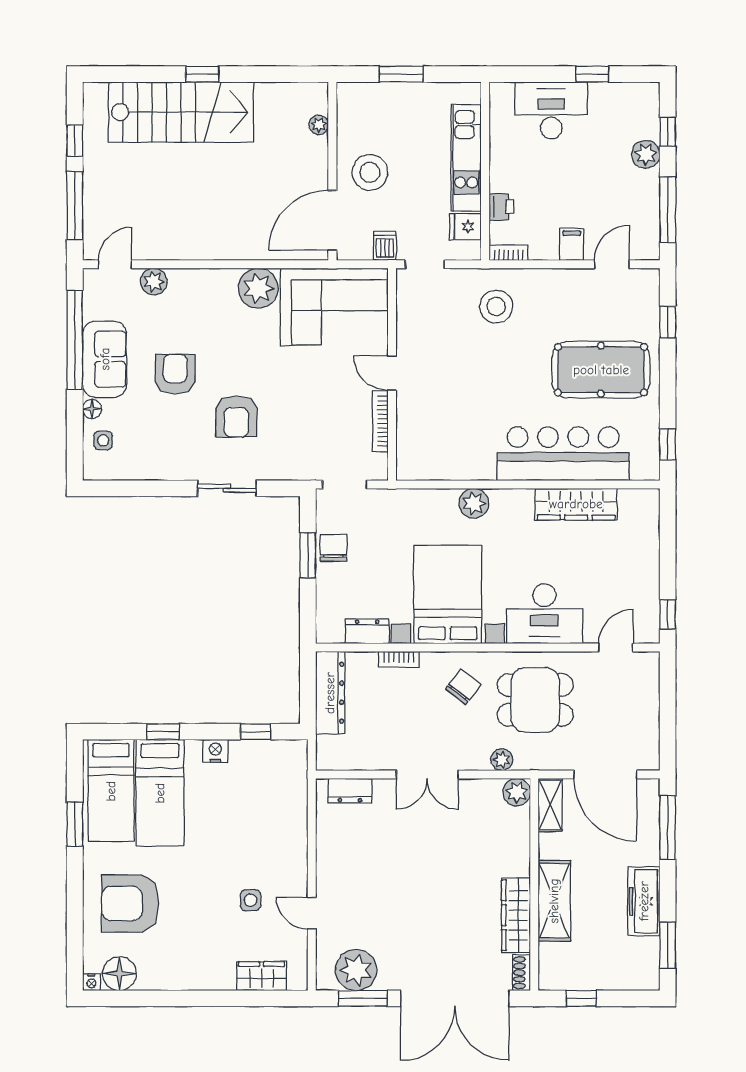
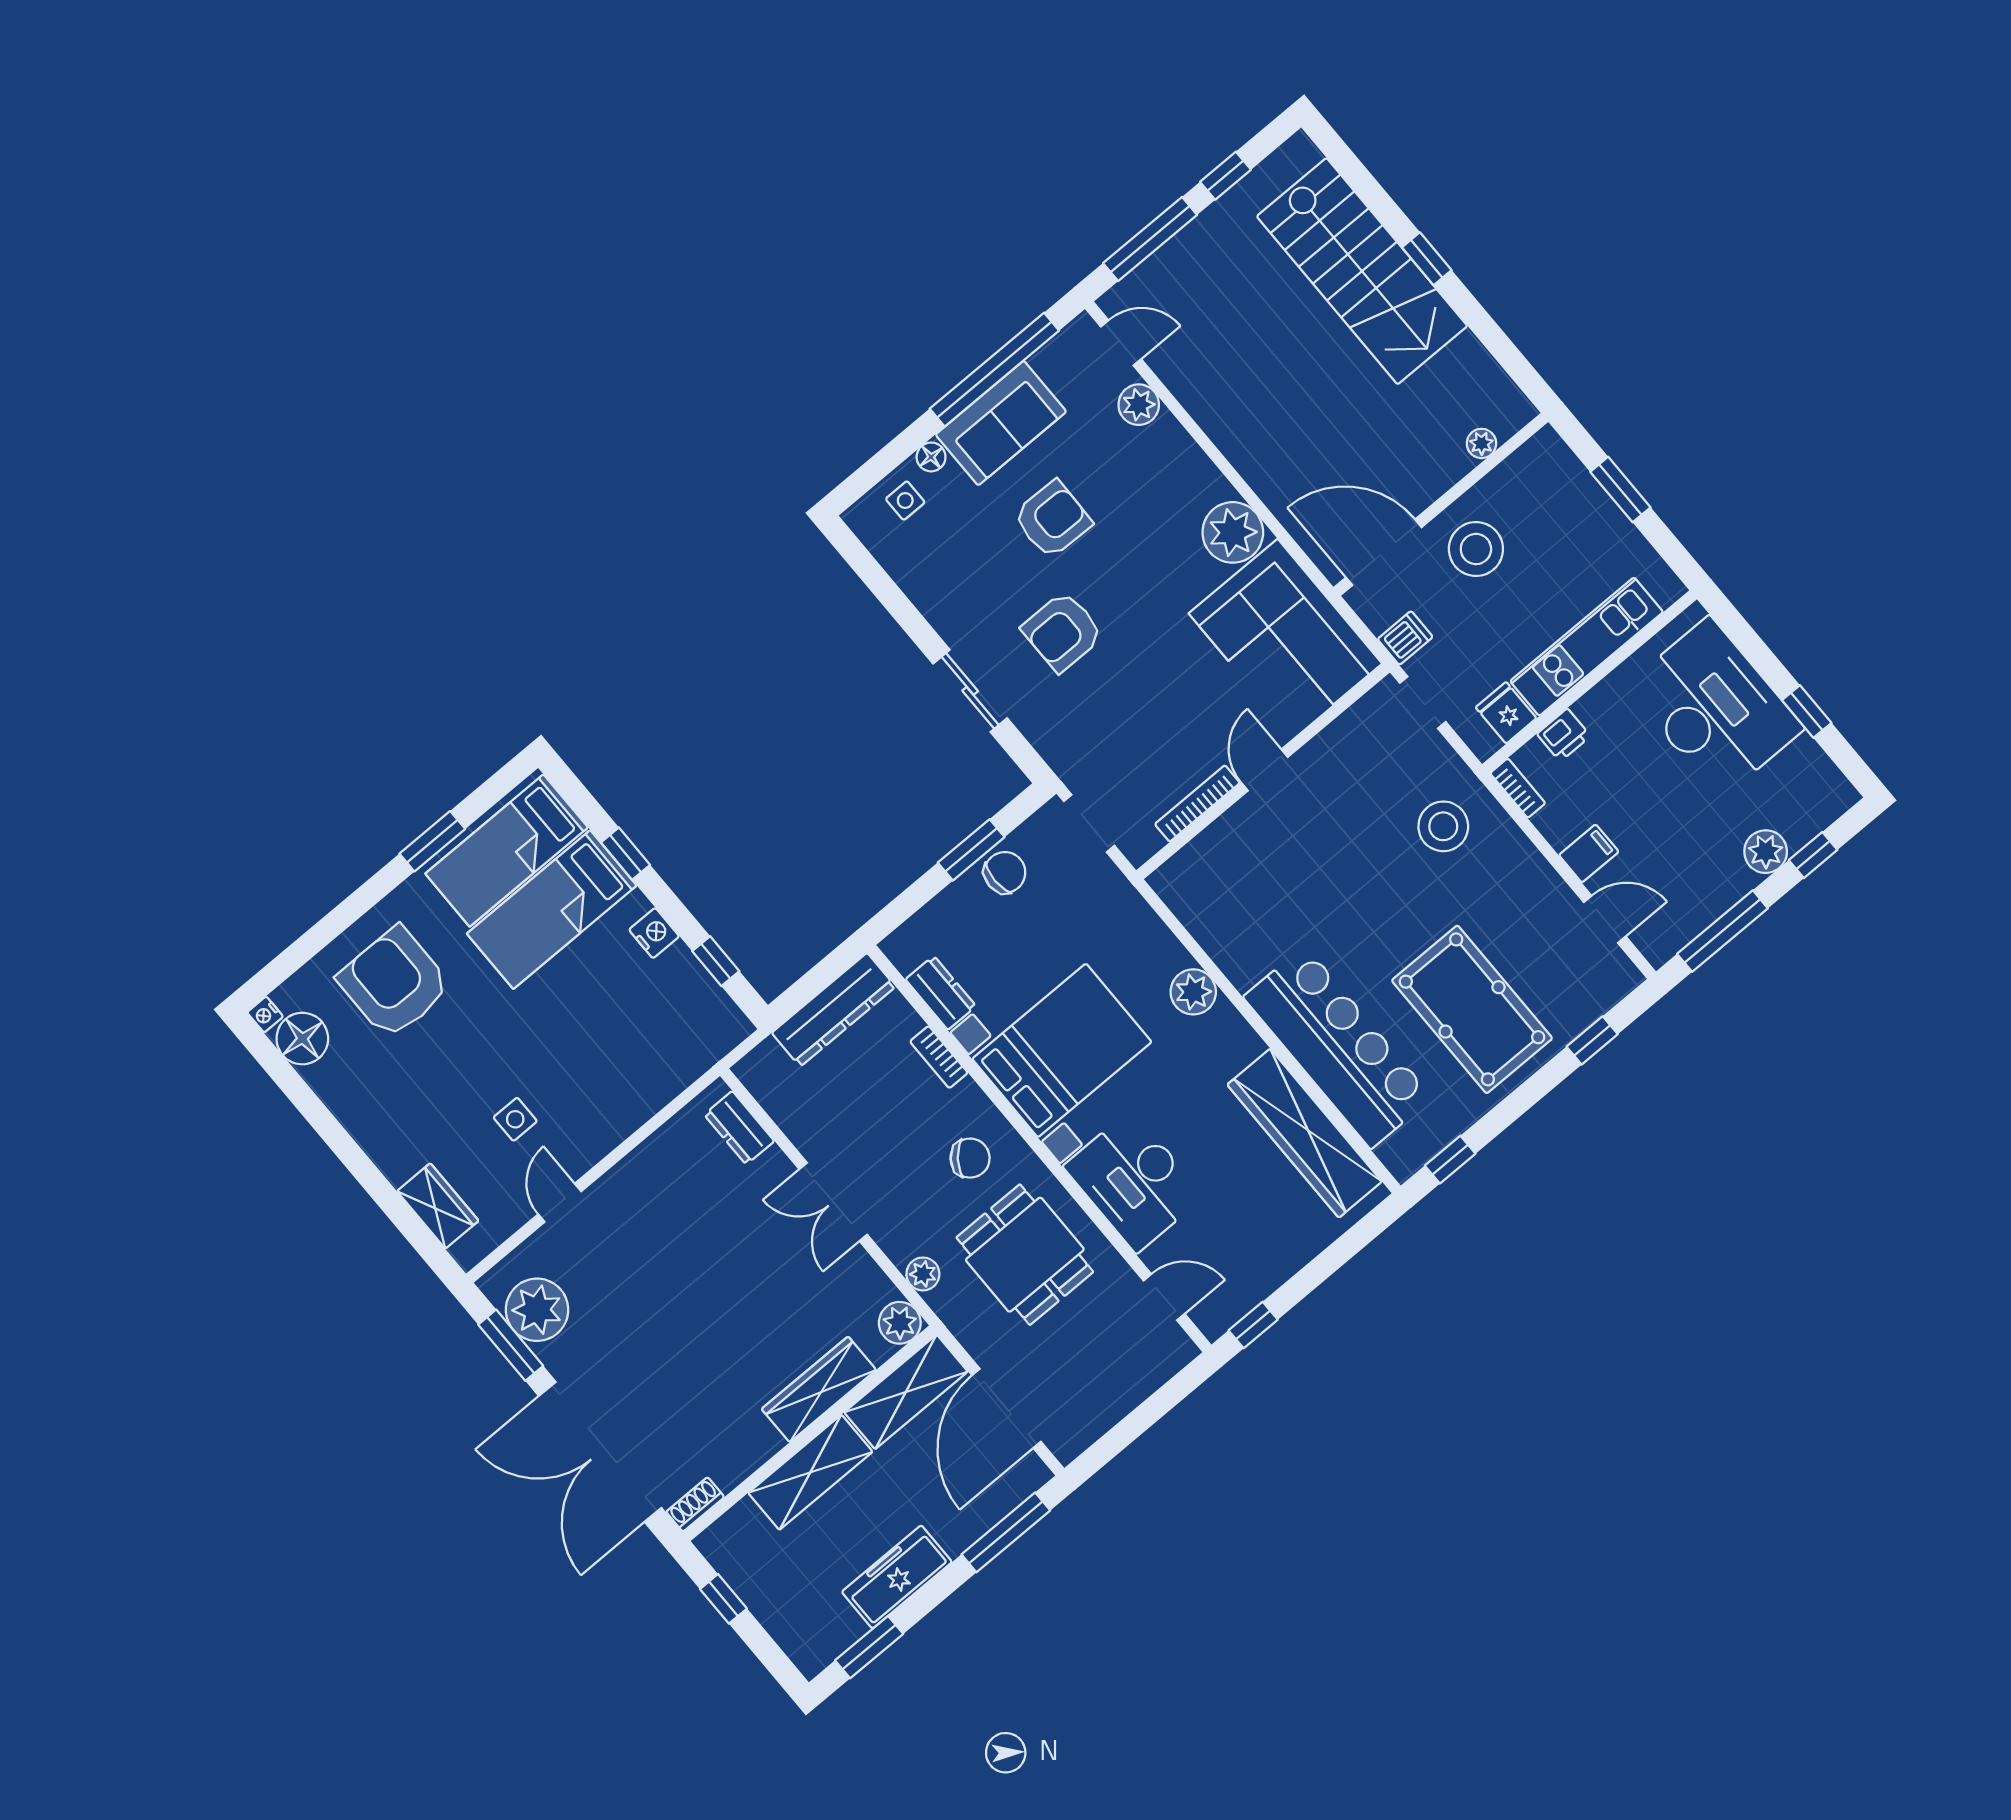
desk: (551, 110) -> (1715, 707), width x1.36, depth x1.30
wardrobe: (576, 504) -> (1305, 1133), width x1.40, depth x1.17
shelving: (550, 805) -> (906, 1392), width x1.50, depth x1.33
wardrobe: (516, 915) -> (819, 1389), moved

